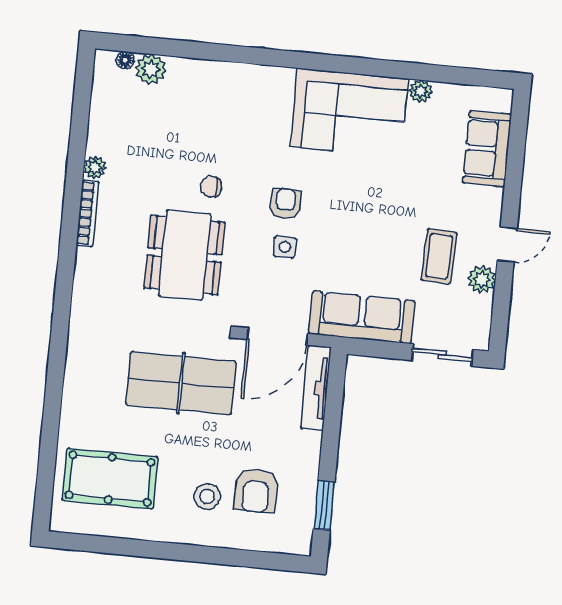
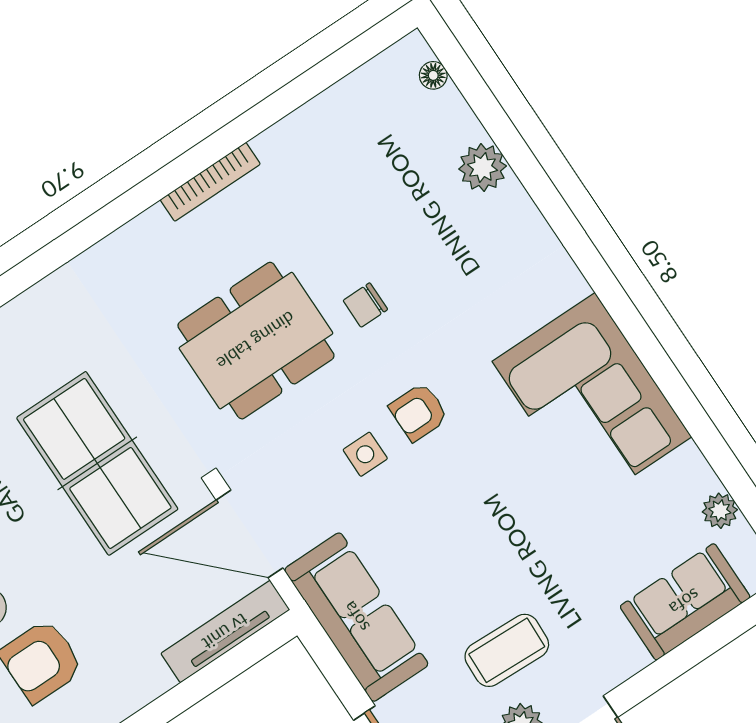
plant: (151, 69) -> (483, 167), moved
plant: (421, 91) -> (720, 511), moved
plant: (95, 167) -> (273, 145), removed
chair: (211, 187) -> (365, 305), turned -90
armchair: (286, 204) -> (419, 412), turned 180

